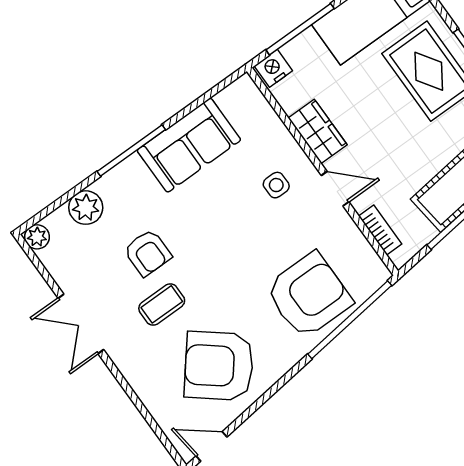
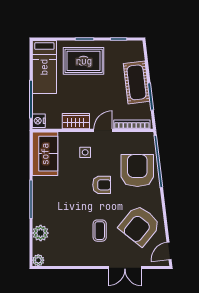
sofa: (189, 145) -> (45, 154), moved
bookcase: (380, 230) -> (132, 124), width x1.56
armchair: (148, 253) -> (102, 185), moved
double door: (81, 324) -> (125, 268), moved

